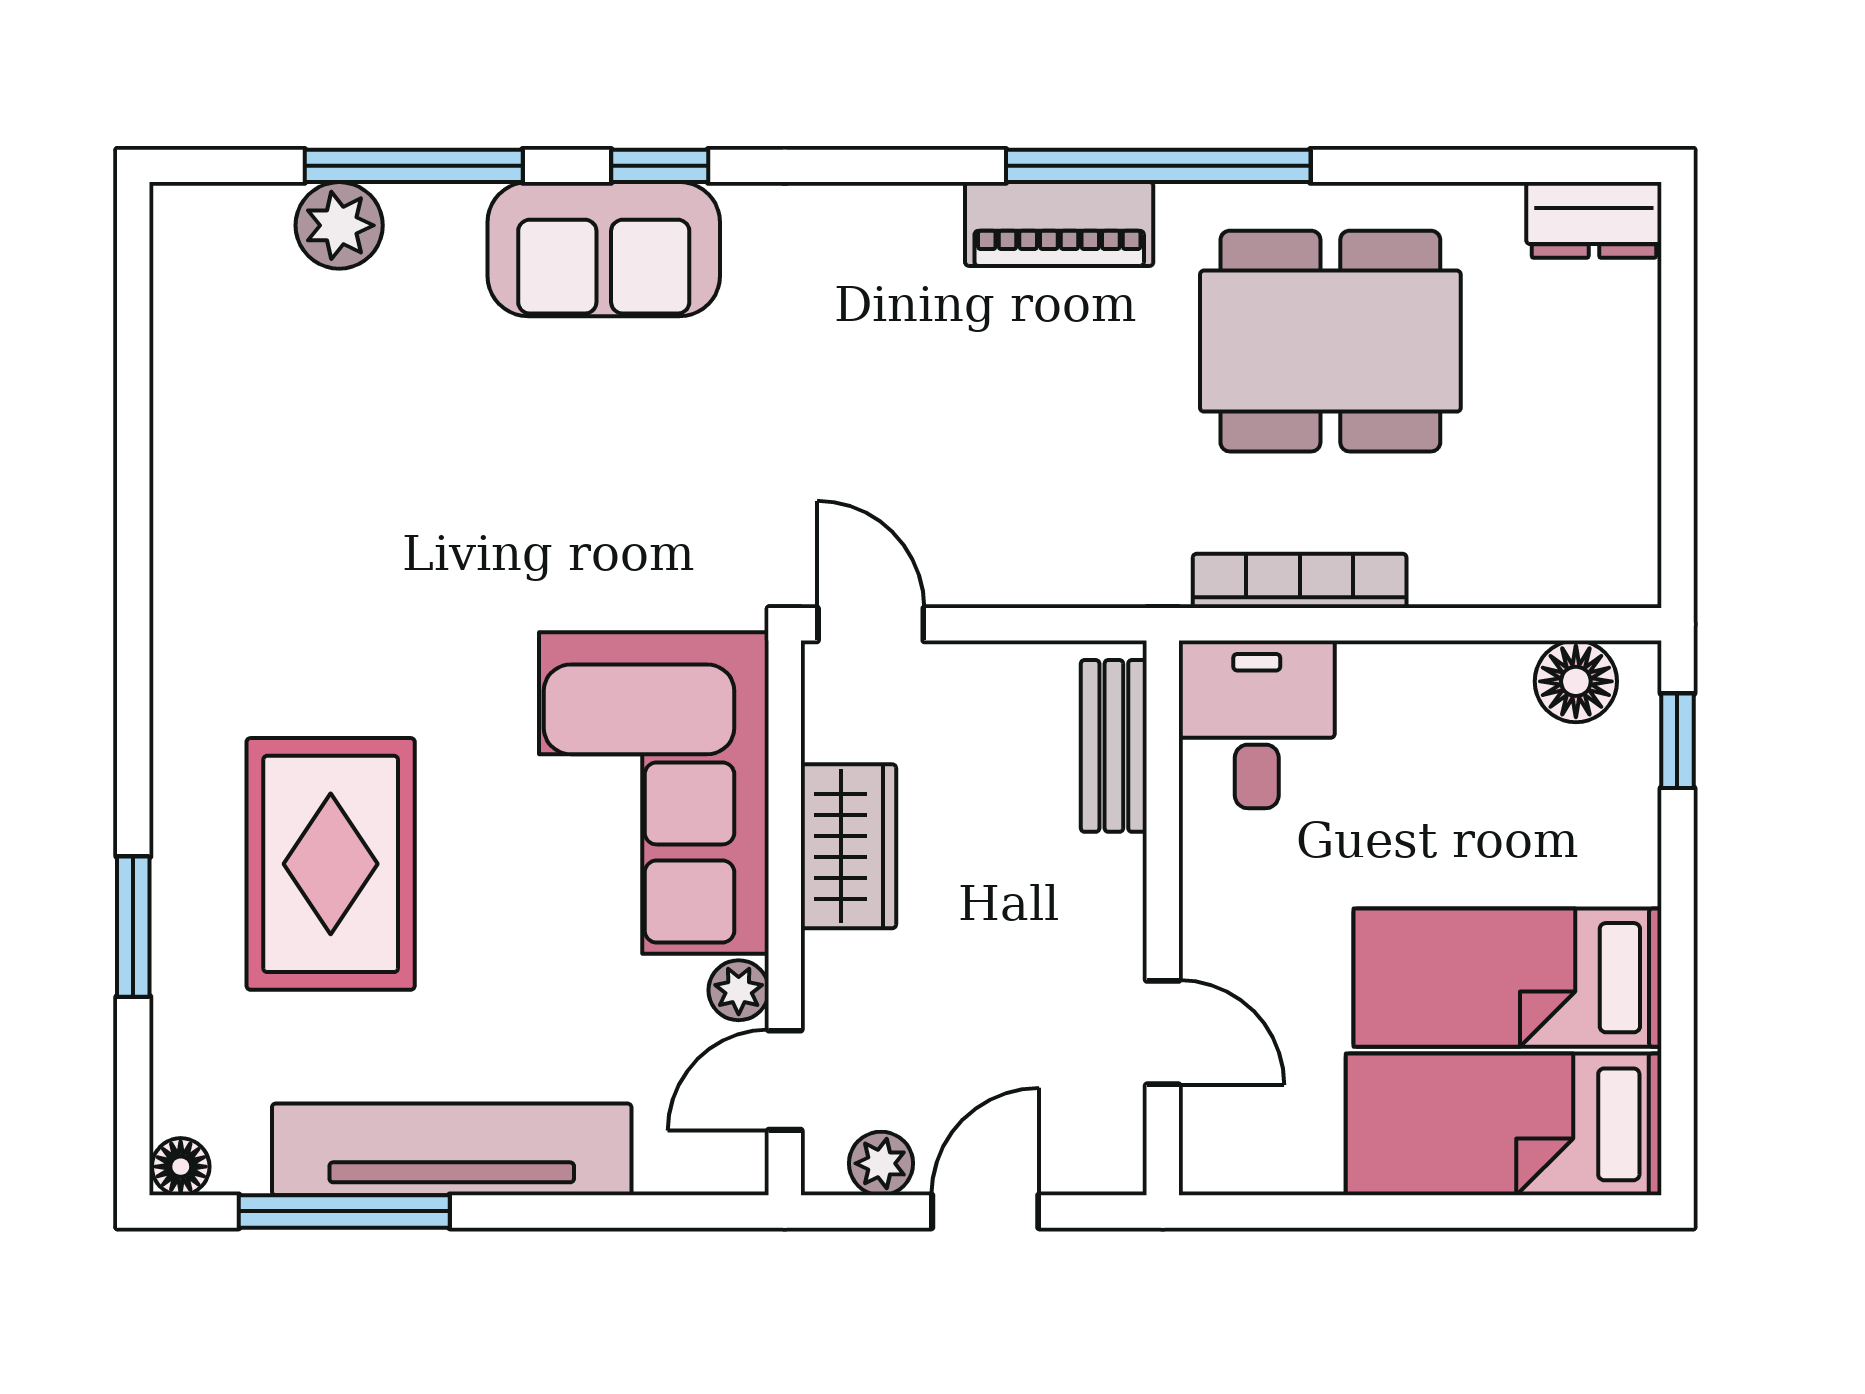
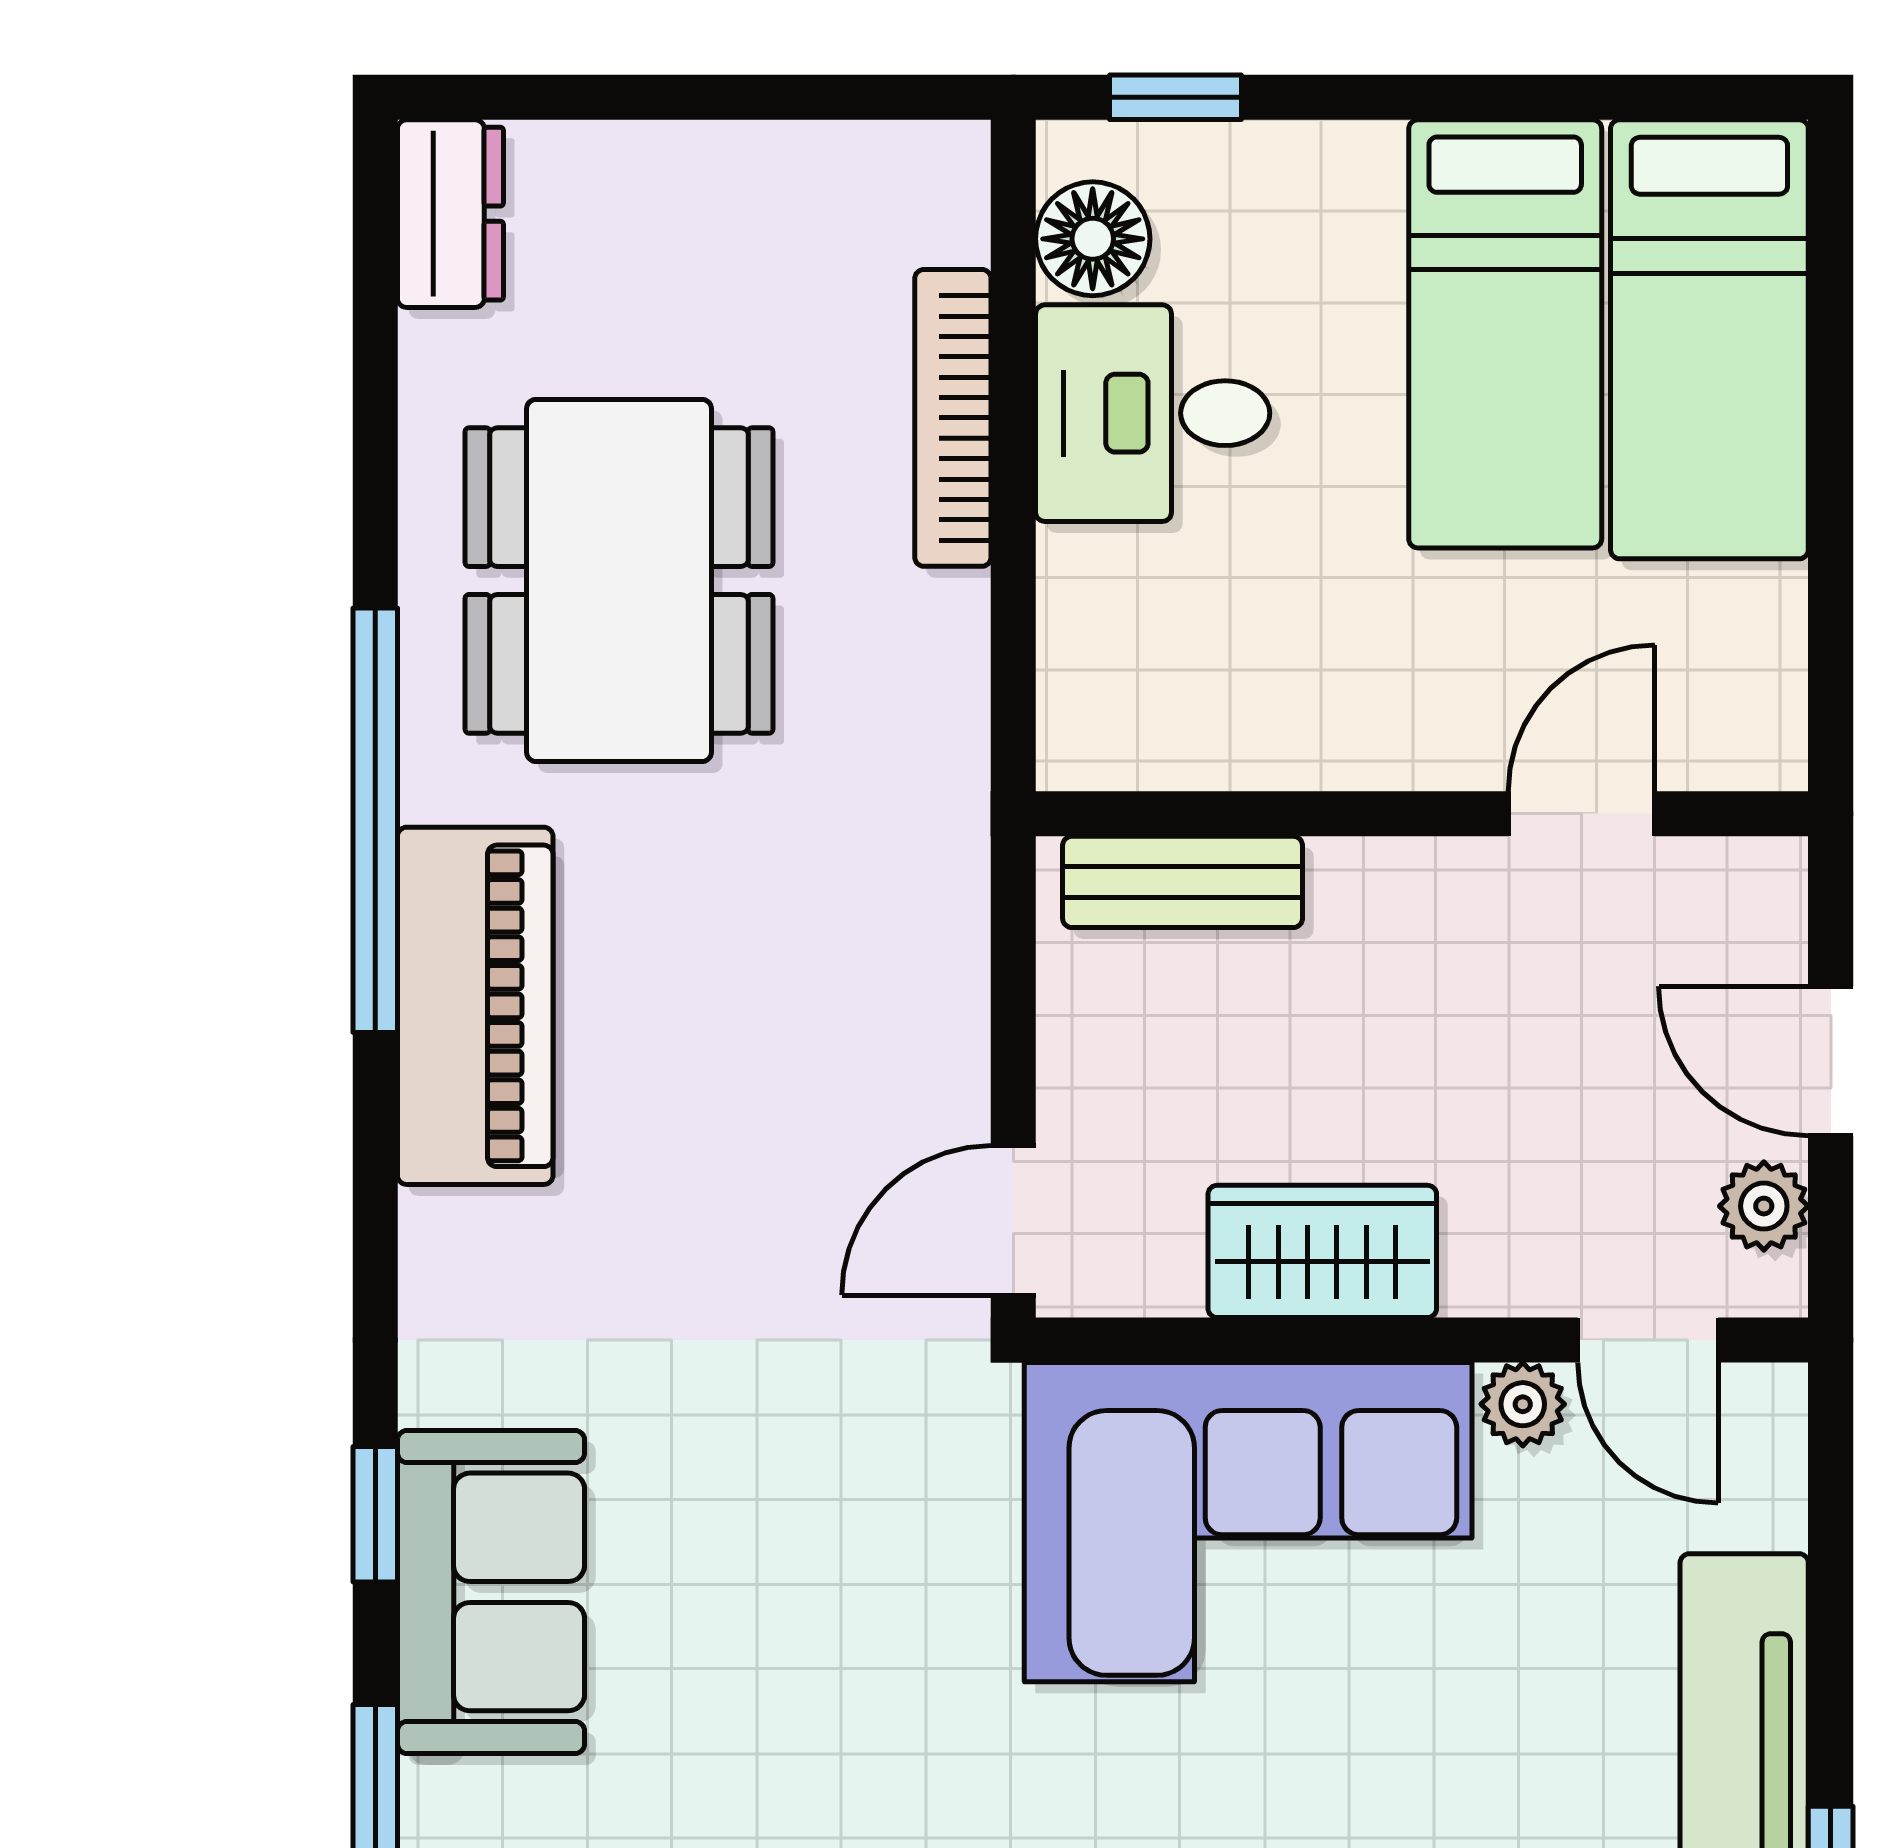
piano: (1059, 224) -> (475, 1006), width x1.37, depth x1.33
bookcase: (1300, 581) -> (953, 418), moved
desk: (1257, 724) -> (1153, 413), moved

